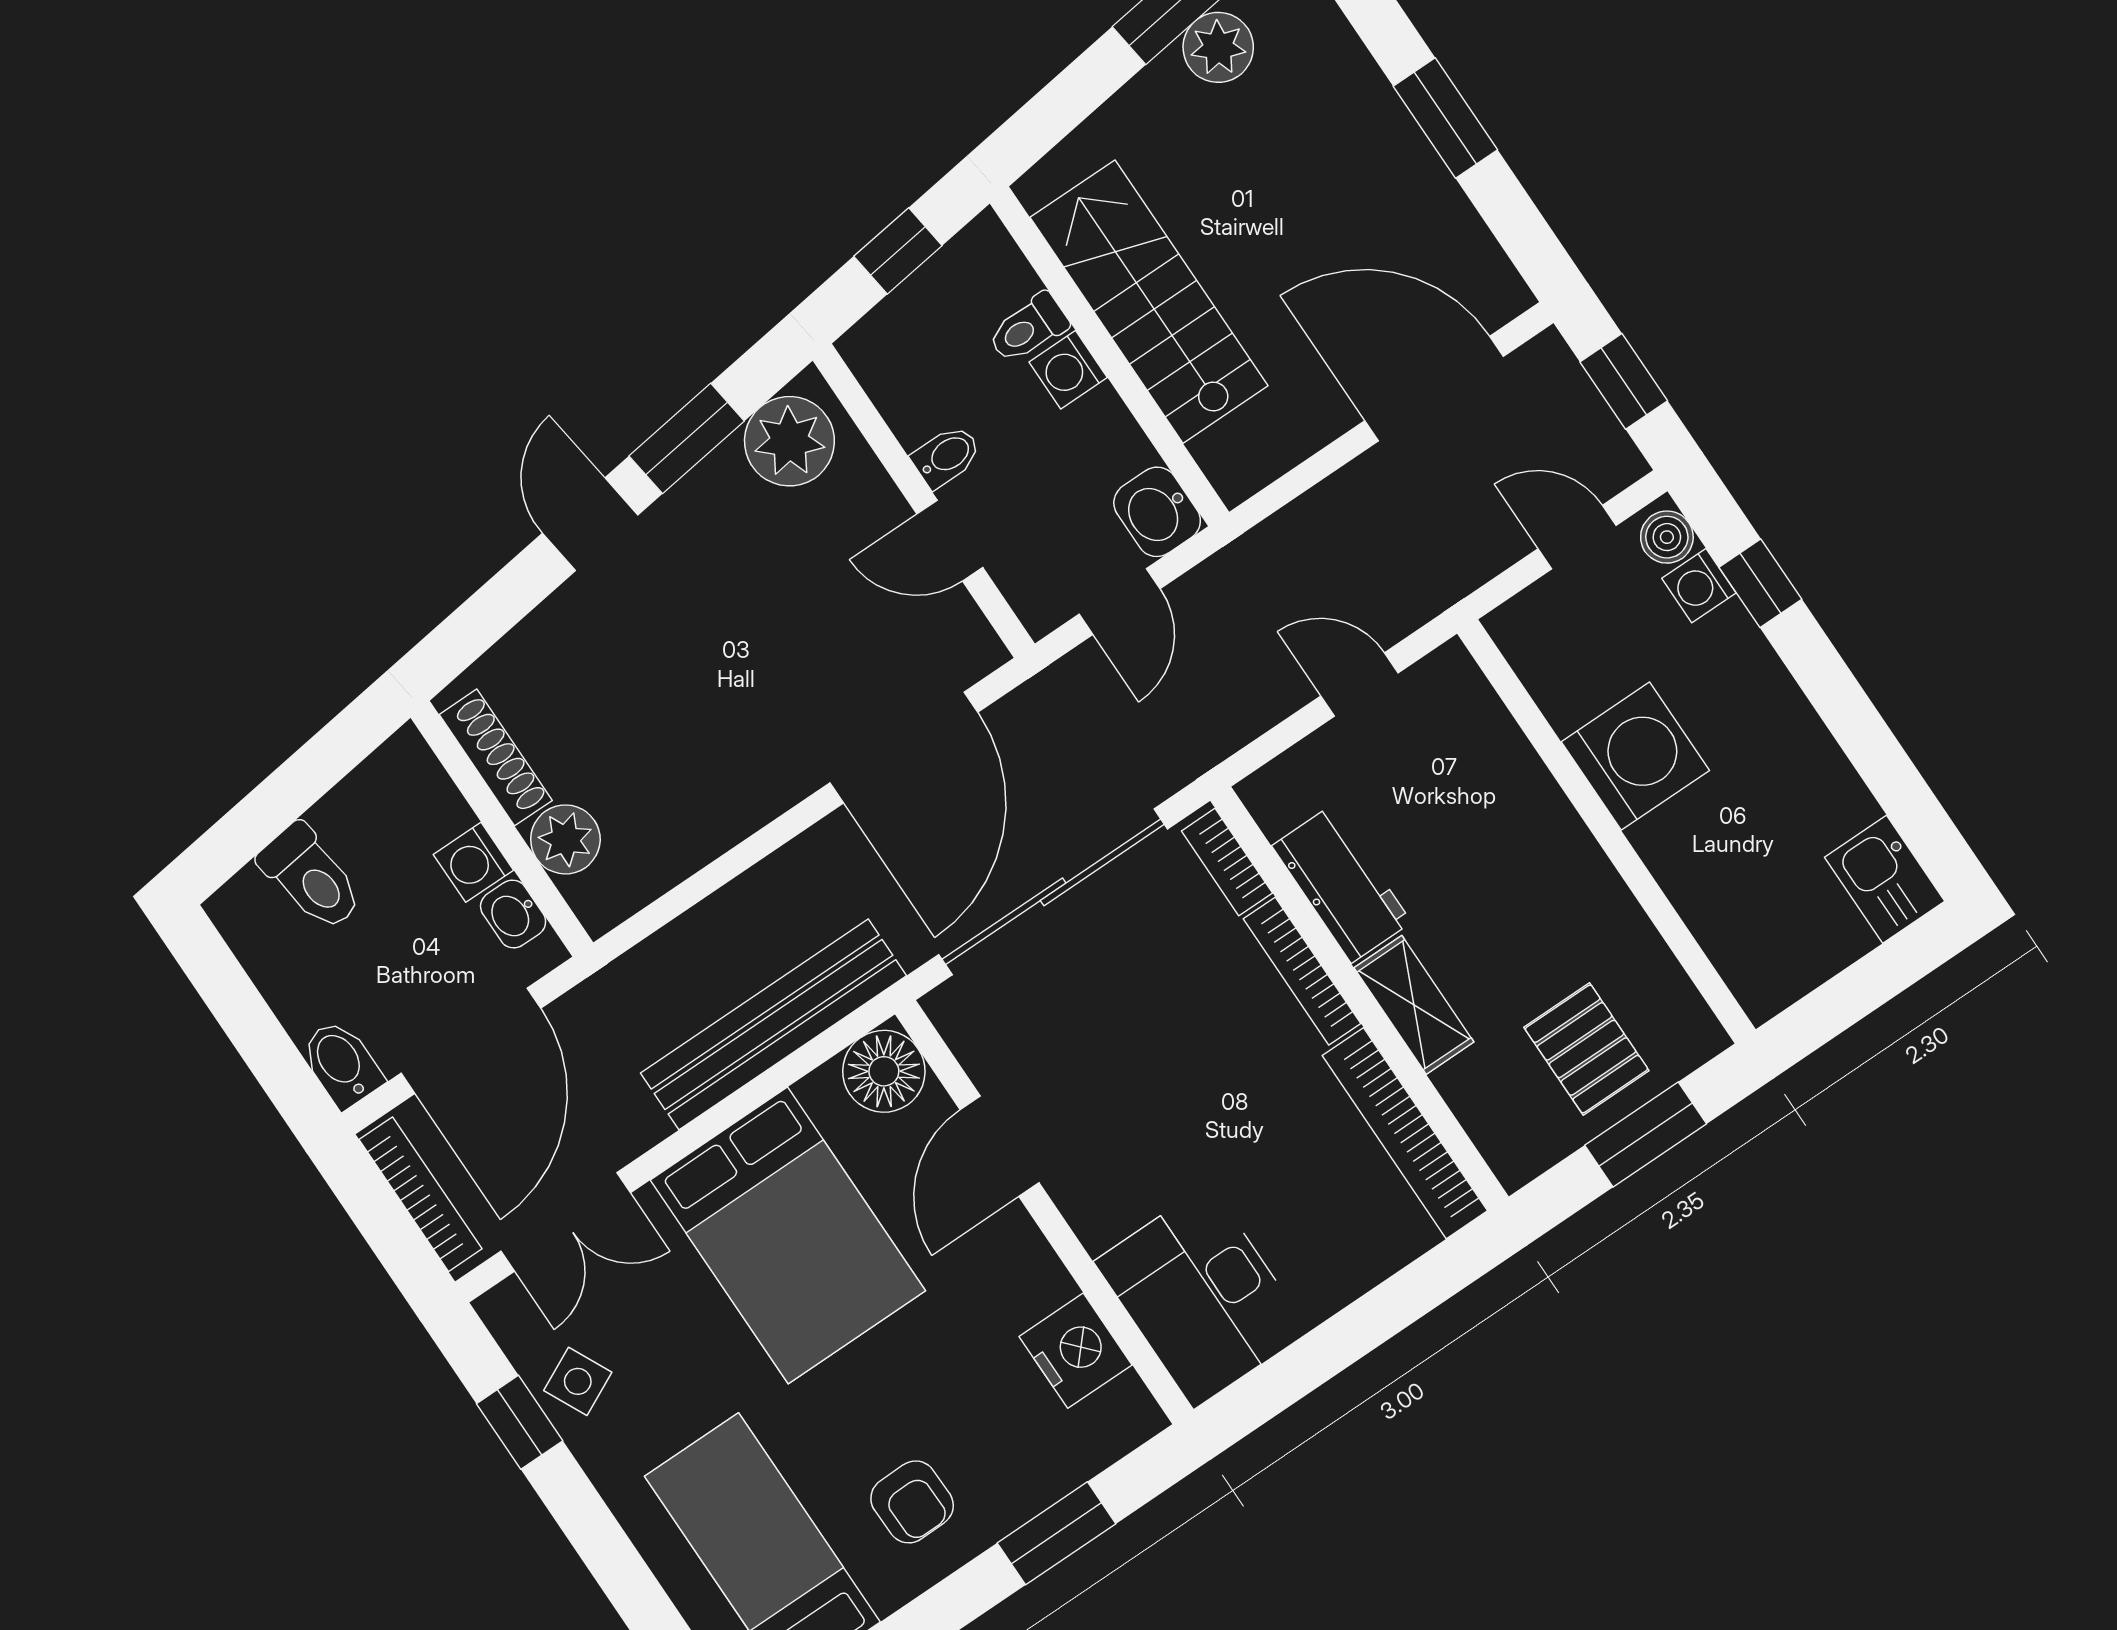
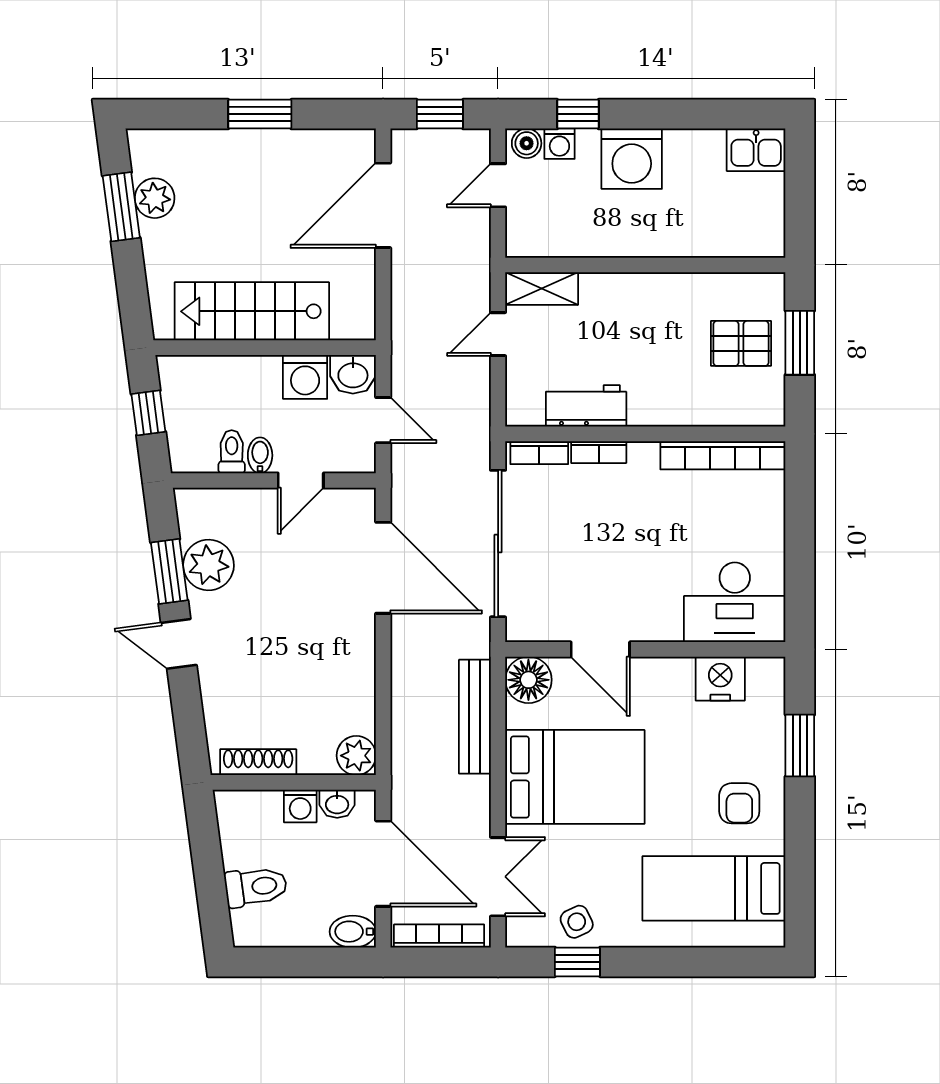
toilet: (1028, 328) -> (232, 452), moved, turned 180
washing machine: (1068, 370) -> (305, 377), moved, width x1.38, depth x1.38
plant: (789, 441) -> (209, 565), moved
washing machine: (1635, 756) -> (632, 159), moved, turned 180
plant: (565, 839) -> (356, 756), moved
bookcase: (1302, 971) -> (599, 452), width x0.64
shelving: (1414, 1005) -> (542, 289), moved
bench: (774, 1024) -> (475, 717), width x0.73, depth x0.82
armchair: (912, 1502) -> (739, 803), turned 91

